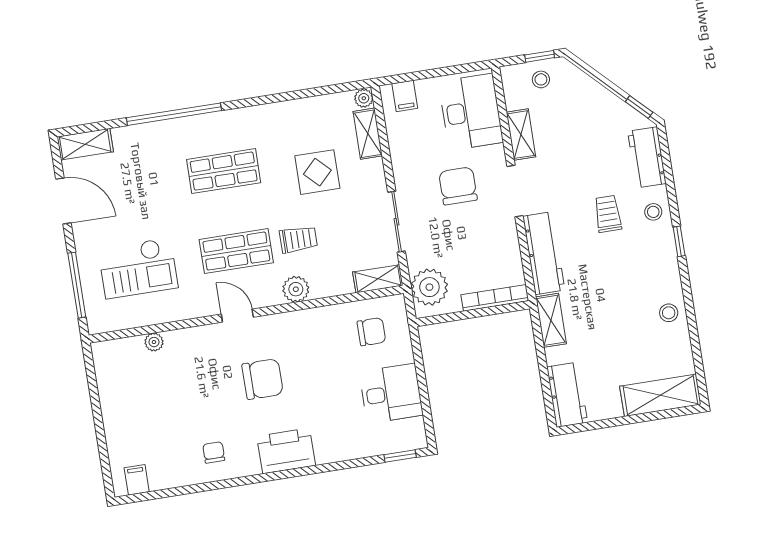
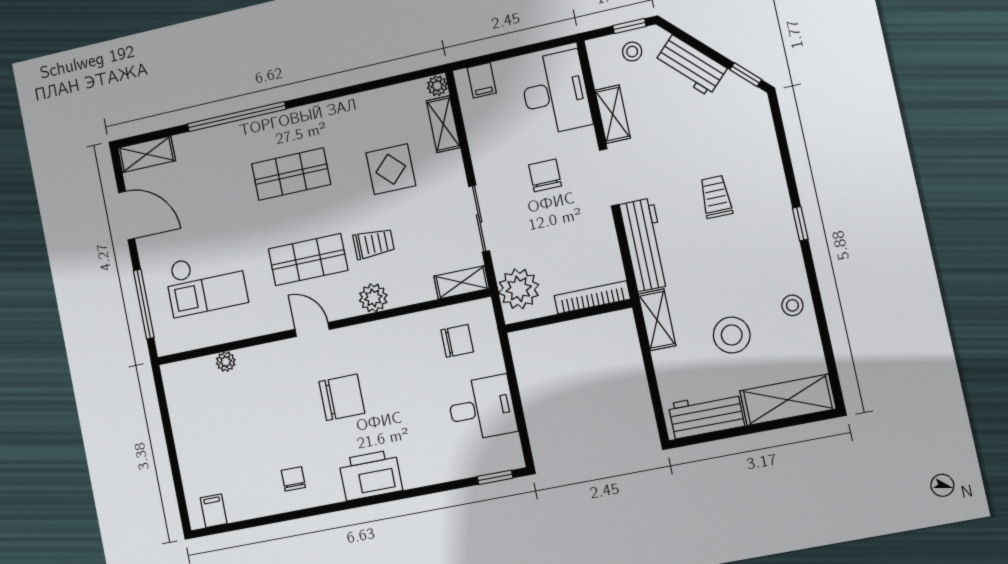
workbench: (647, 157) -> (691, 65), moved, turned -45
chair: (458, 186) -> (545, 175), width x0.73, depth x0.73
stool: (653, 212) -> (732, 335), moved, width x1.89, depth x1.89
workbench: (567, 395) -> (706, 415), moved, turned -90

